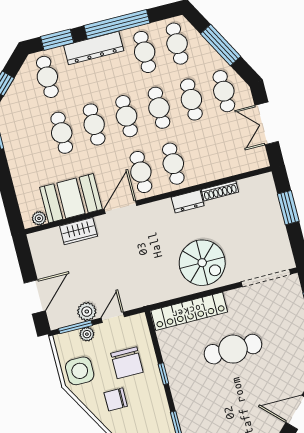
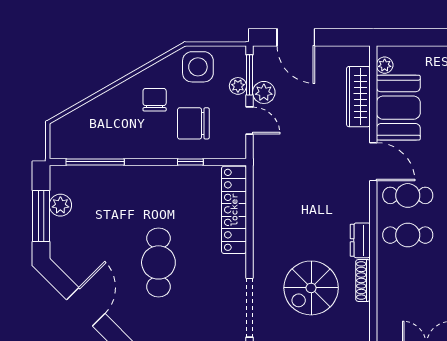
wardrobe: (79, 231) -> (358, 97), width x1.50
spiral stairs: (202, 263) -> (311, 288), moved
cafe table: (233, 349) -> (158, 262), moved
window: (163, 374) -> (190, 162), moved

